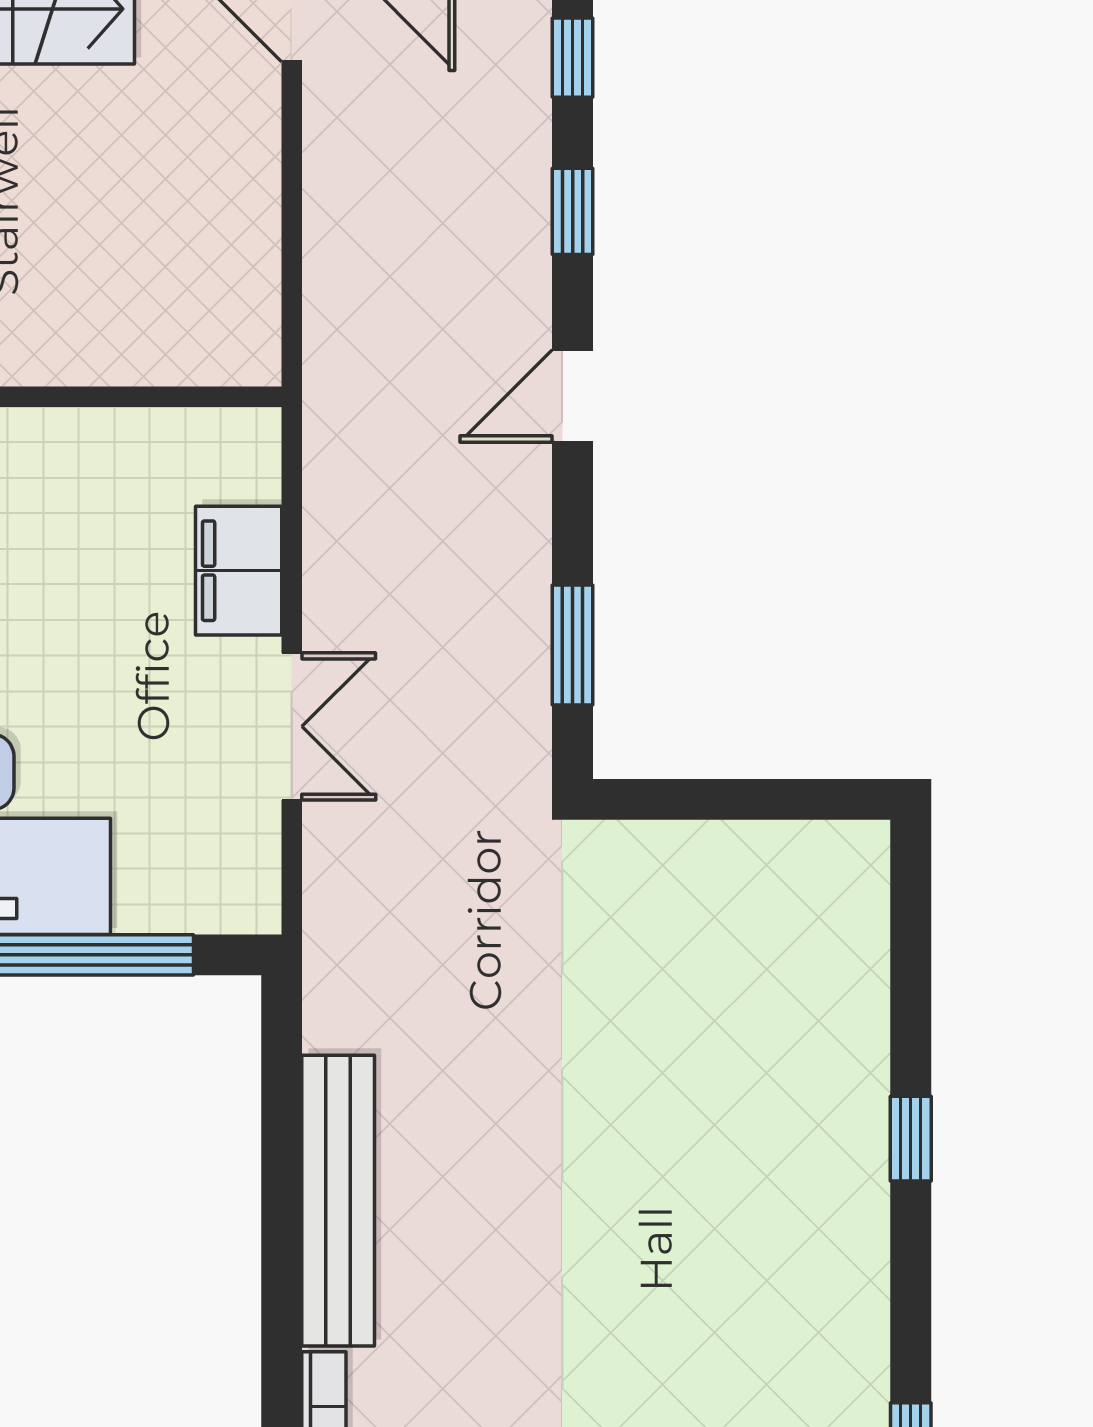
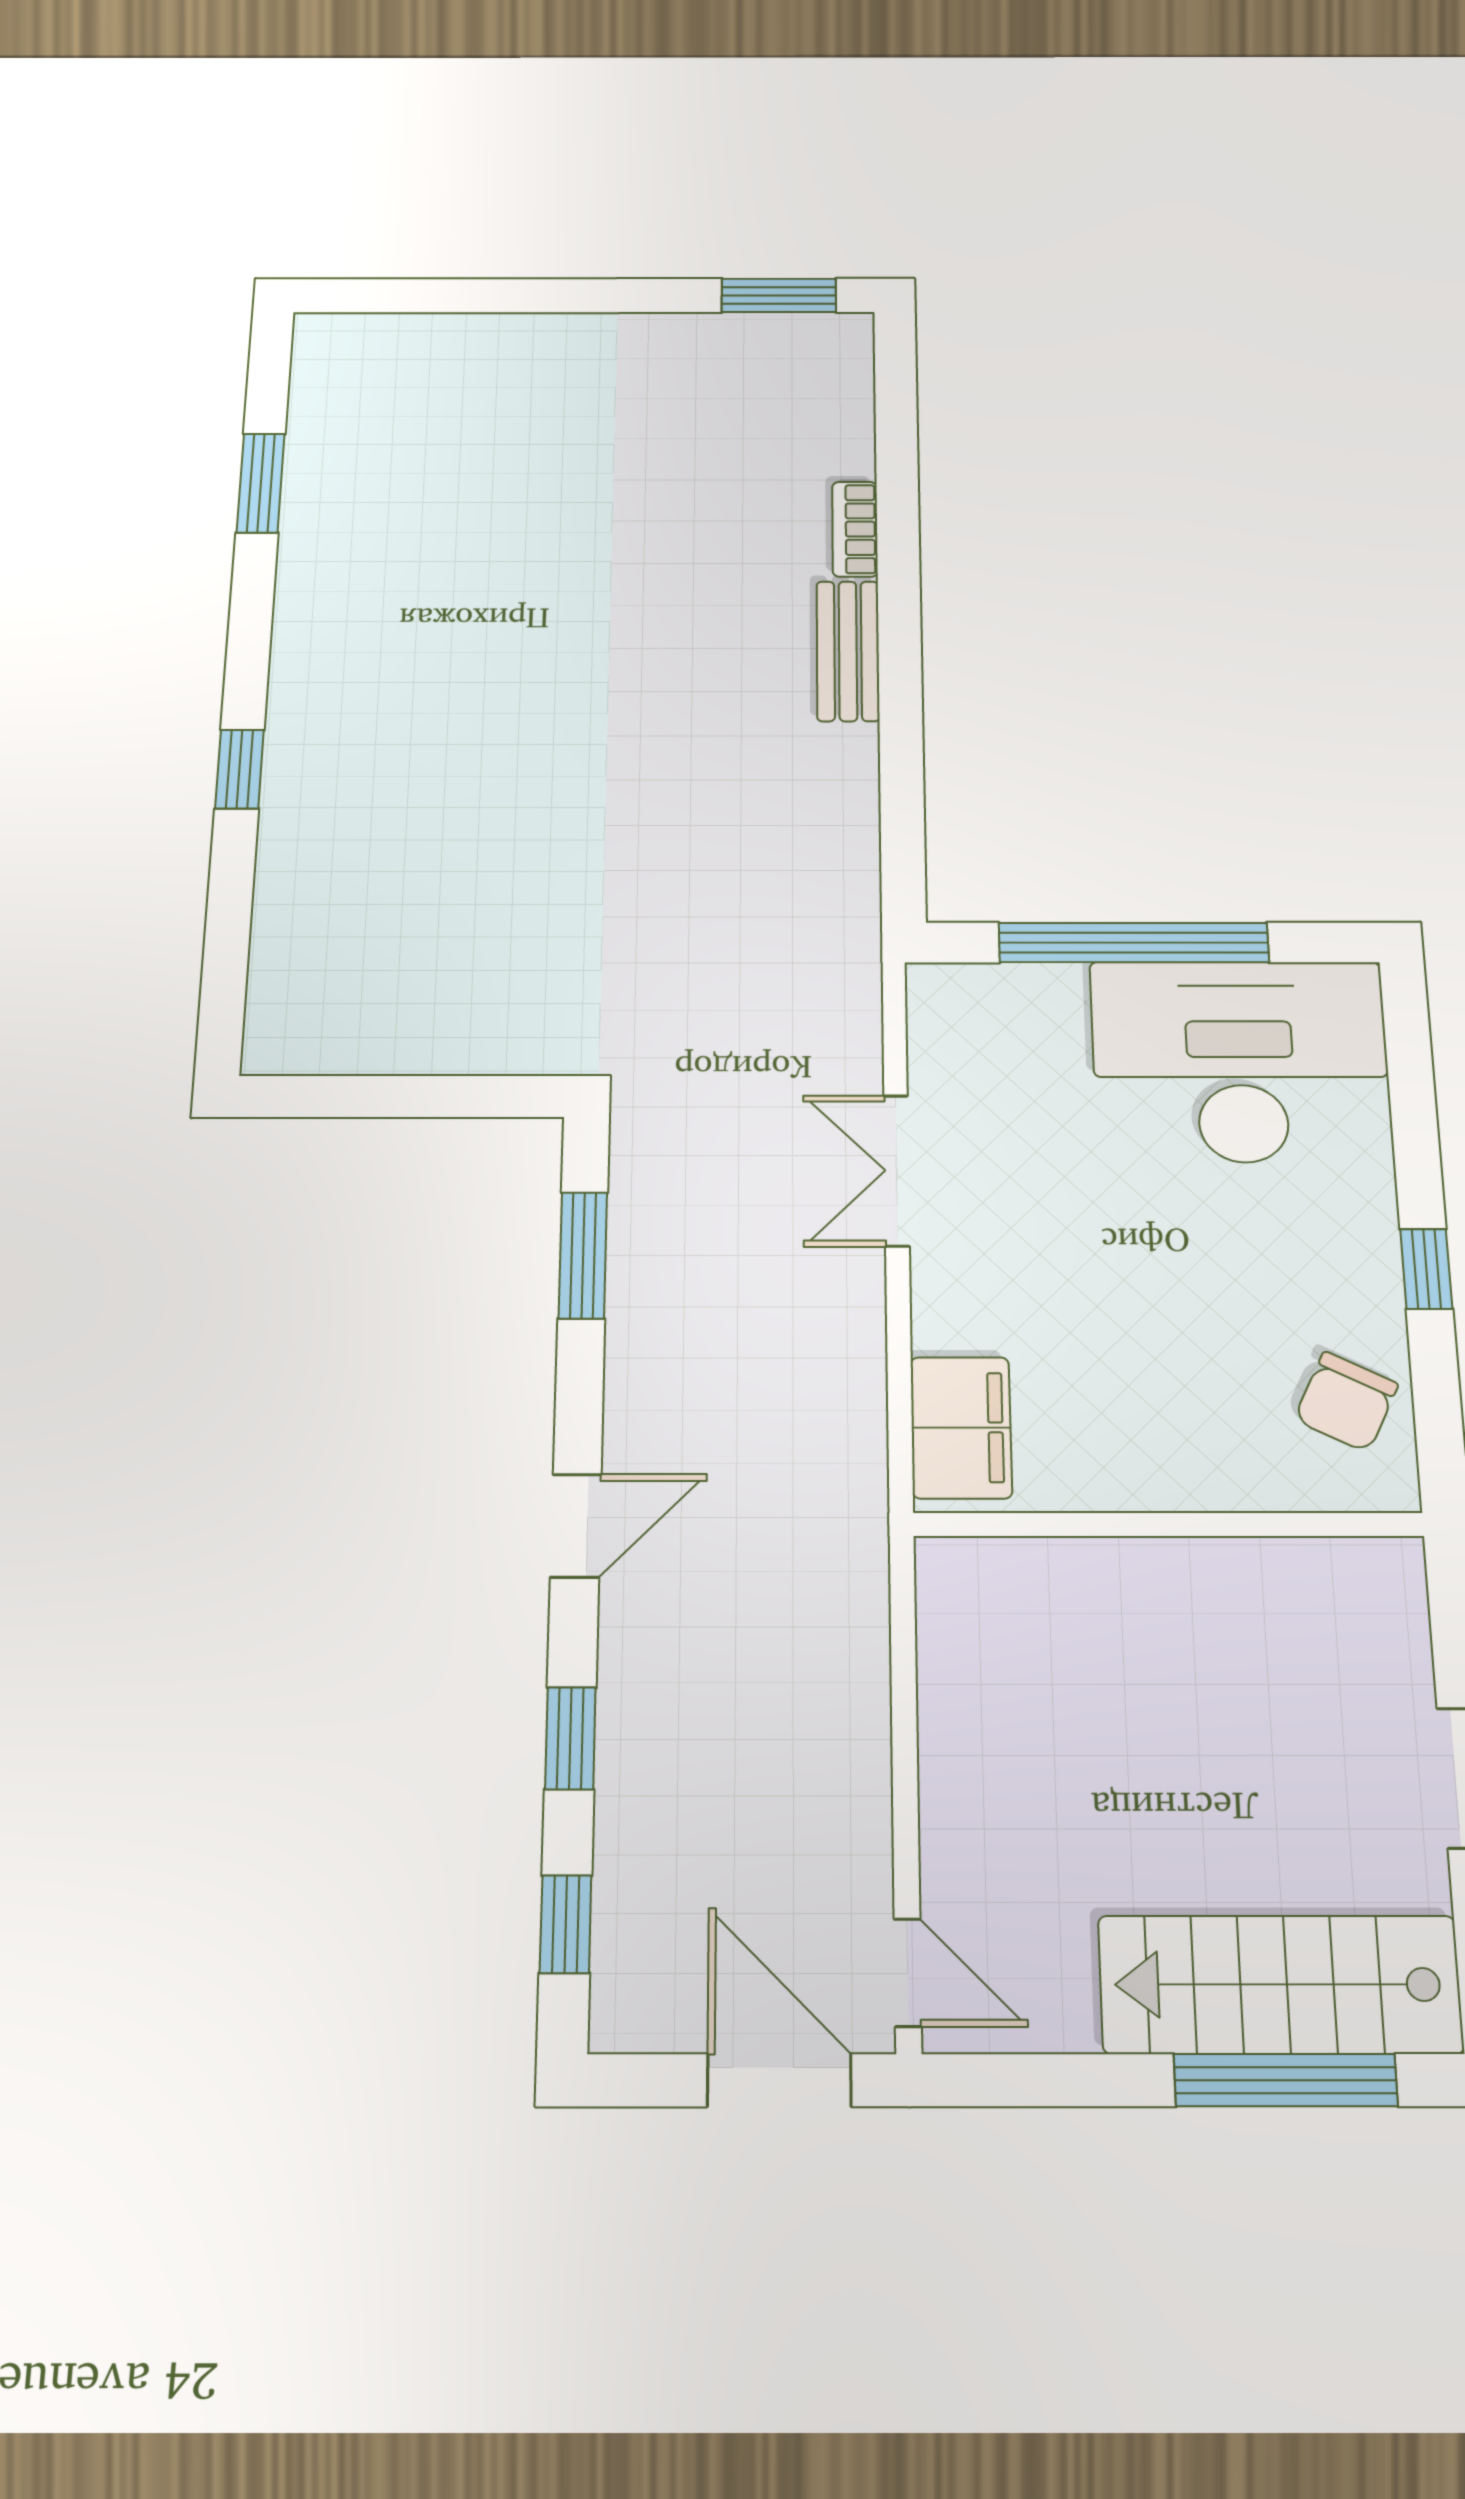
filing cabinet: (239, 571) -> (961, 1427), moved
bench: (338, 1201) -> (848, 651), width x0.54, depth x0.82

